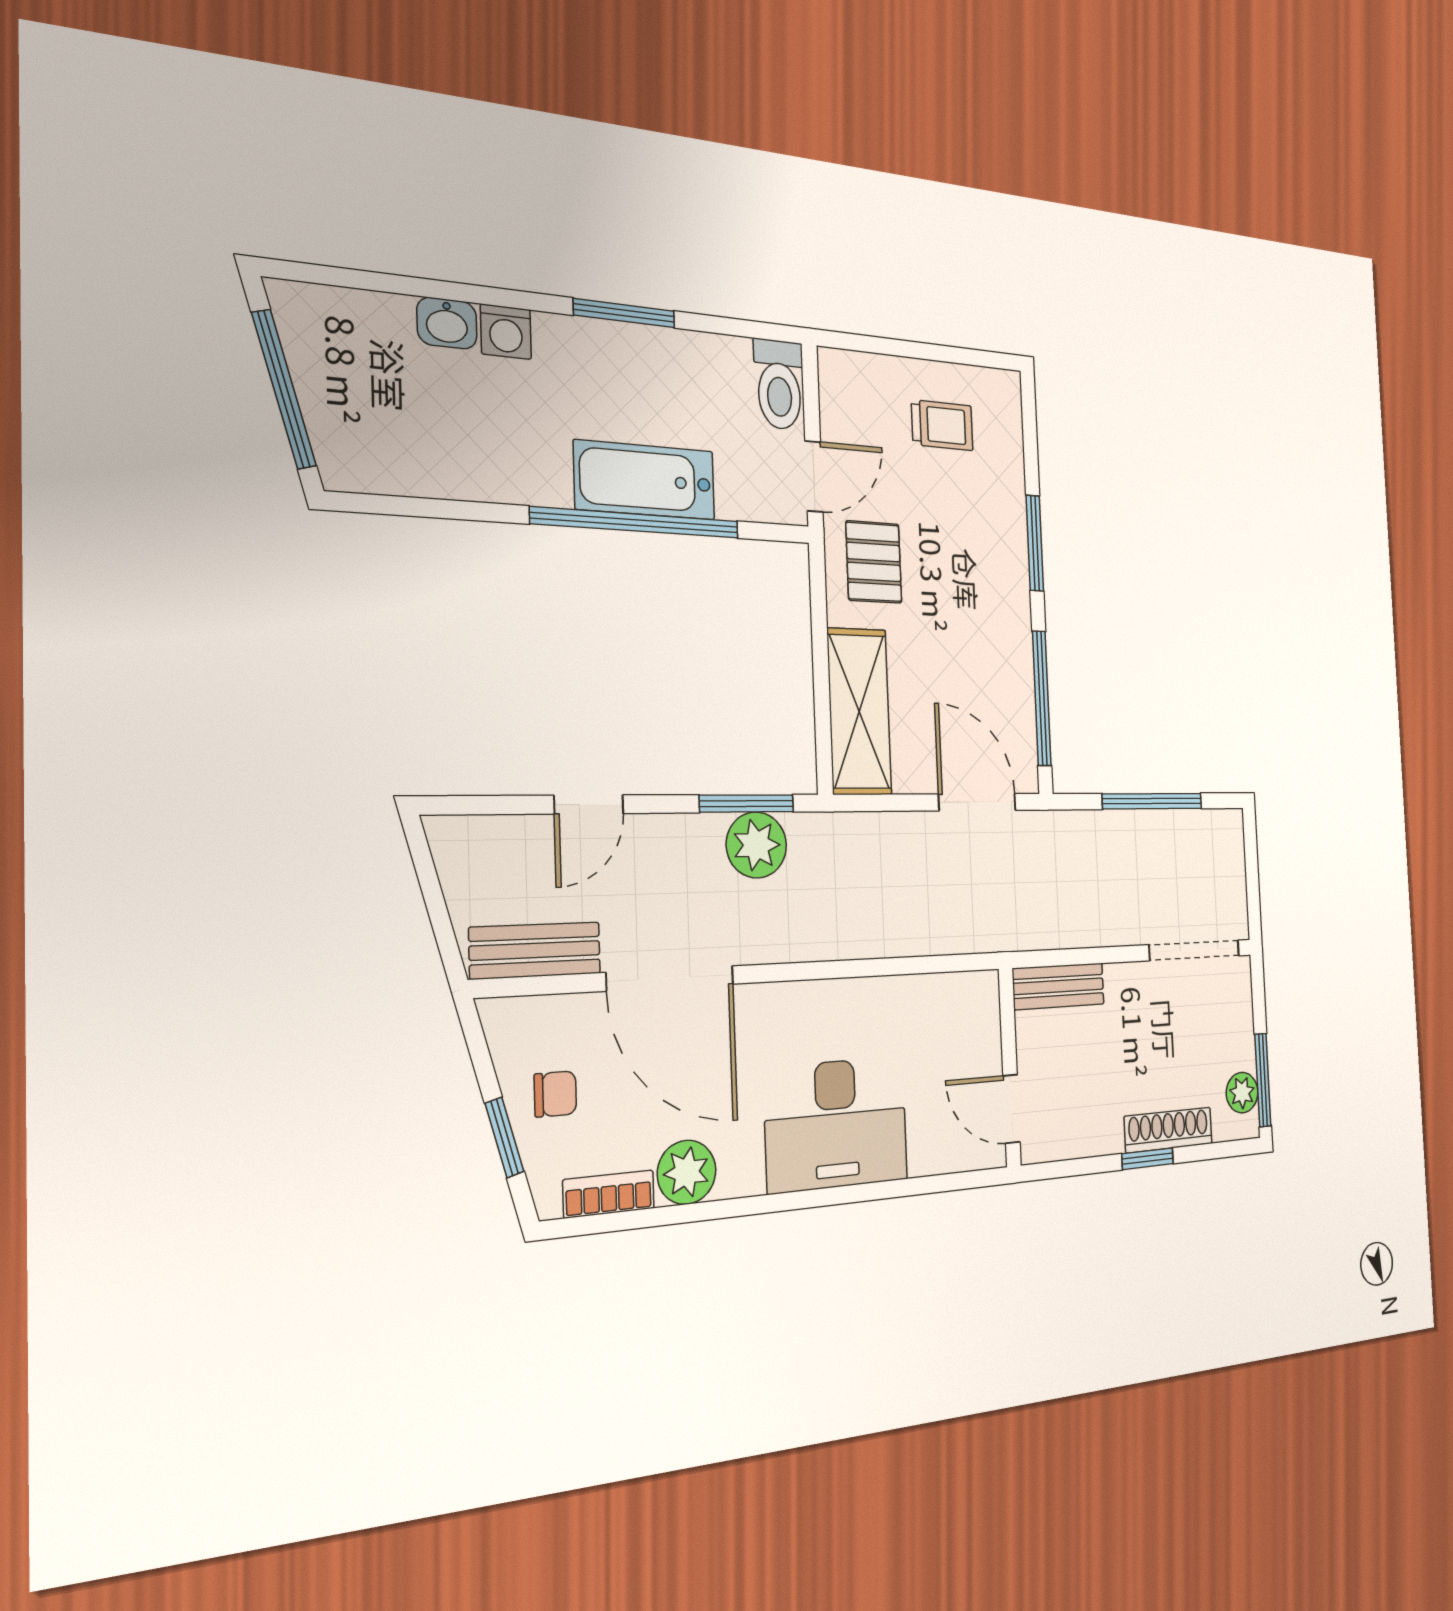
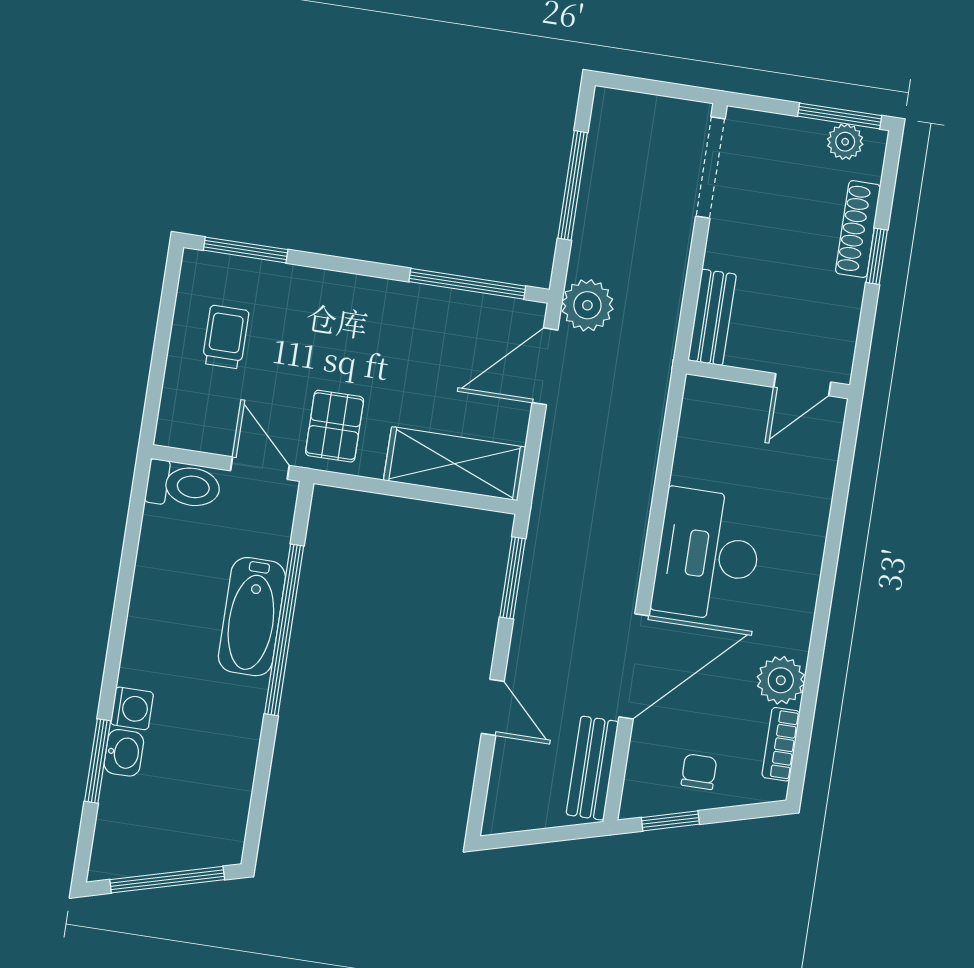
window: (624, 313) -> (98, 761), moved
window: (1035, 543) -> (246, 250), moved
pallet: (874, 562) -> (335, 426), turned 90
plant: (756, 845) -> (587, 305), moved
desk: (836, 1124) -> (708, 555), moved, turned 180
window: (504, 1137) -> (670, 821), moved

